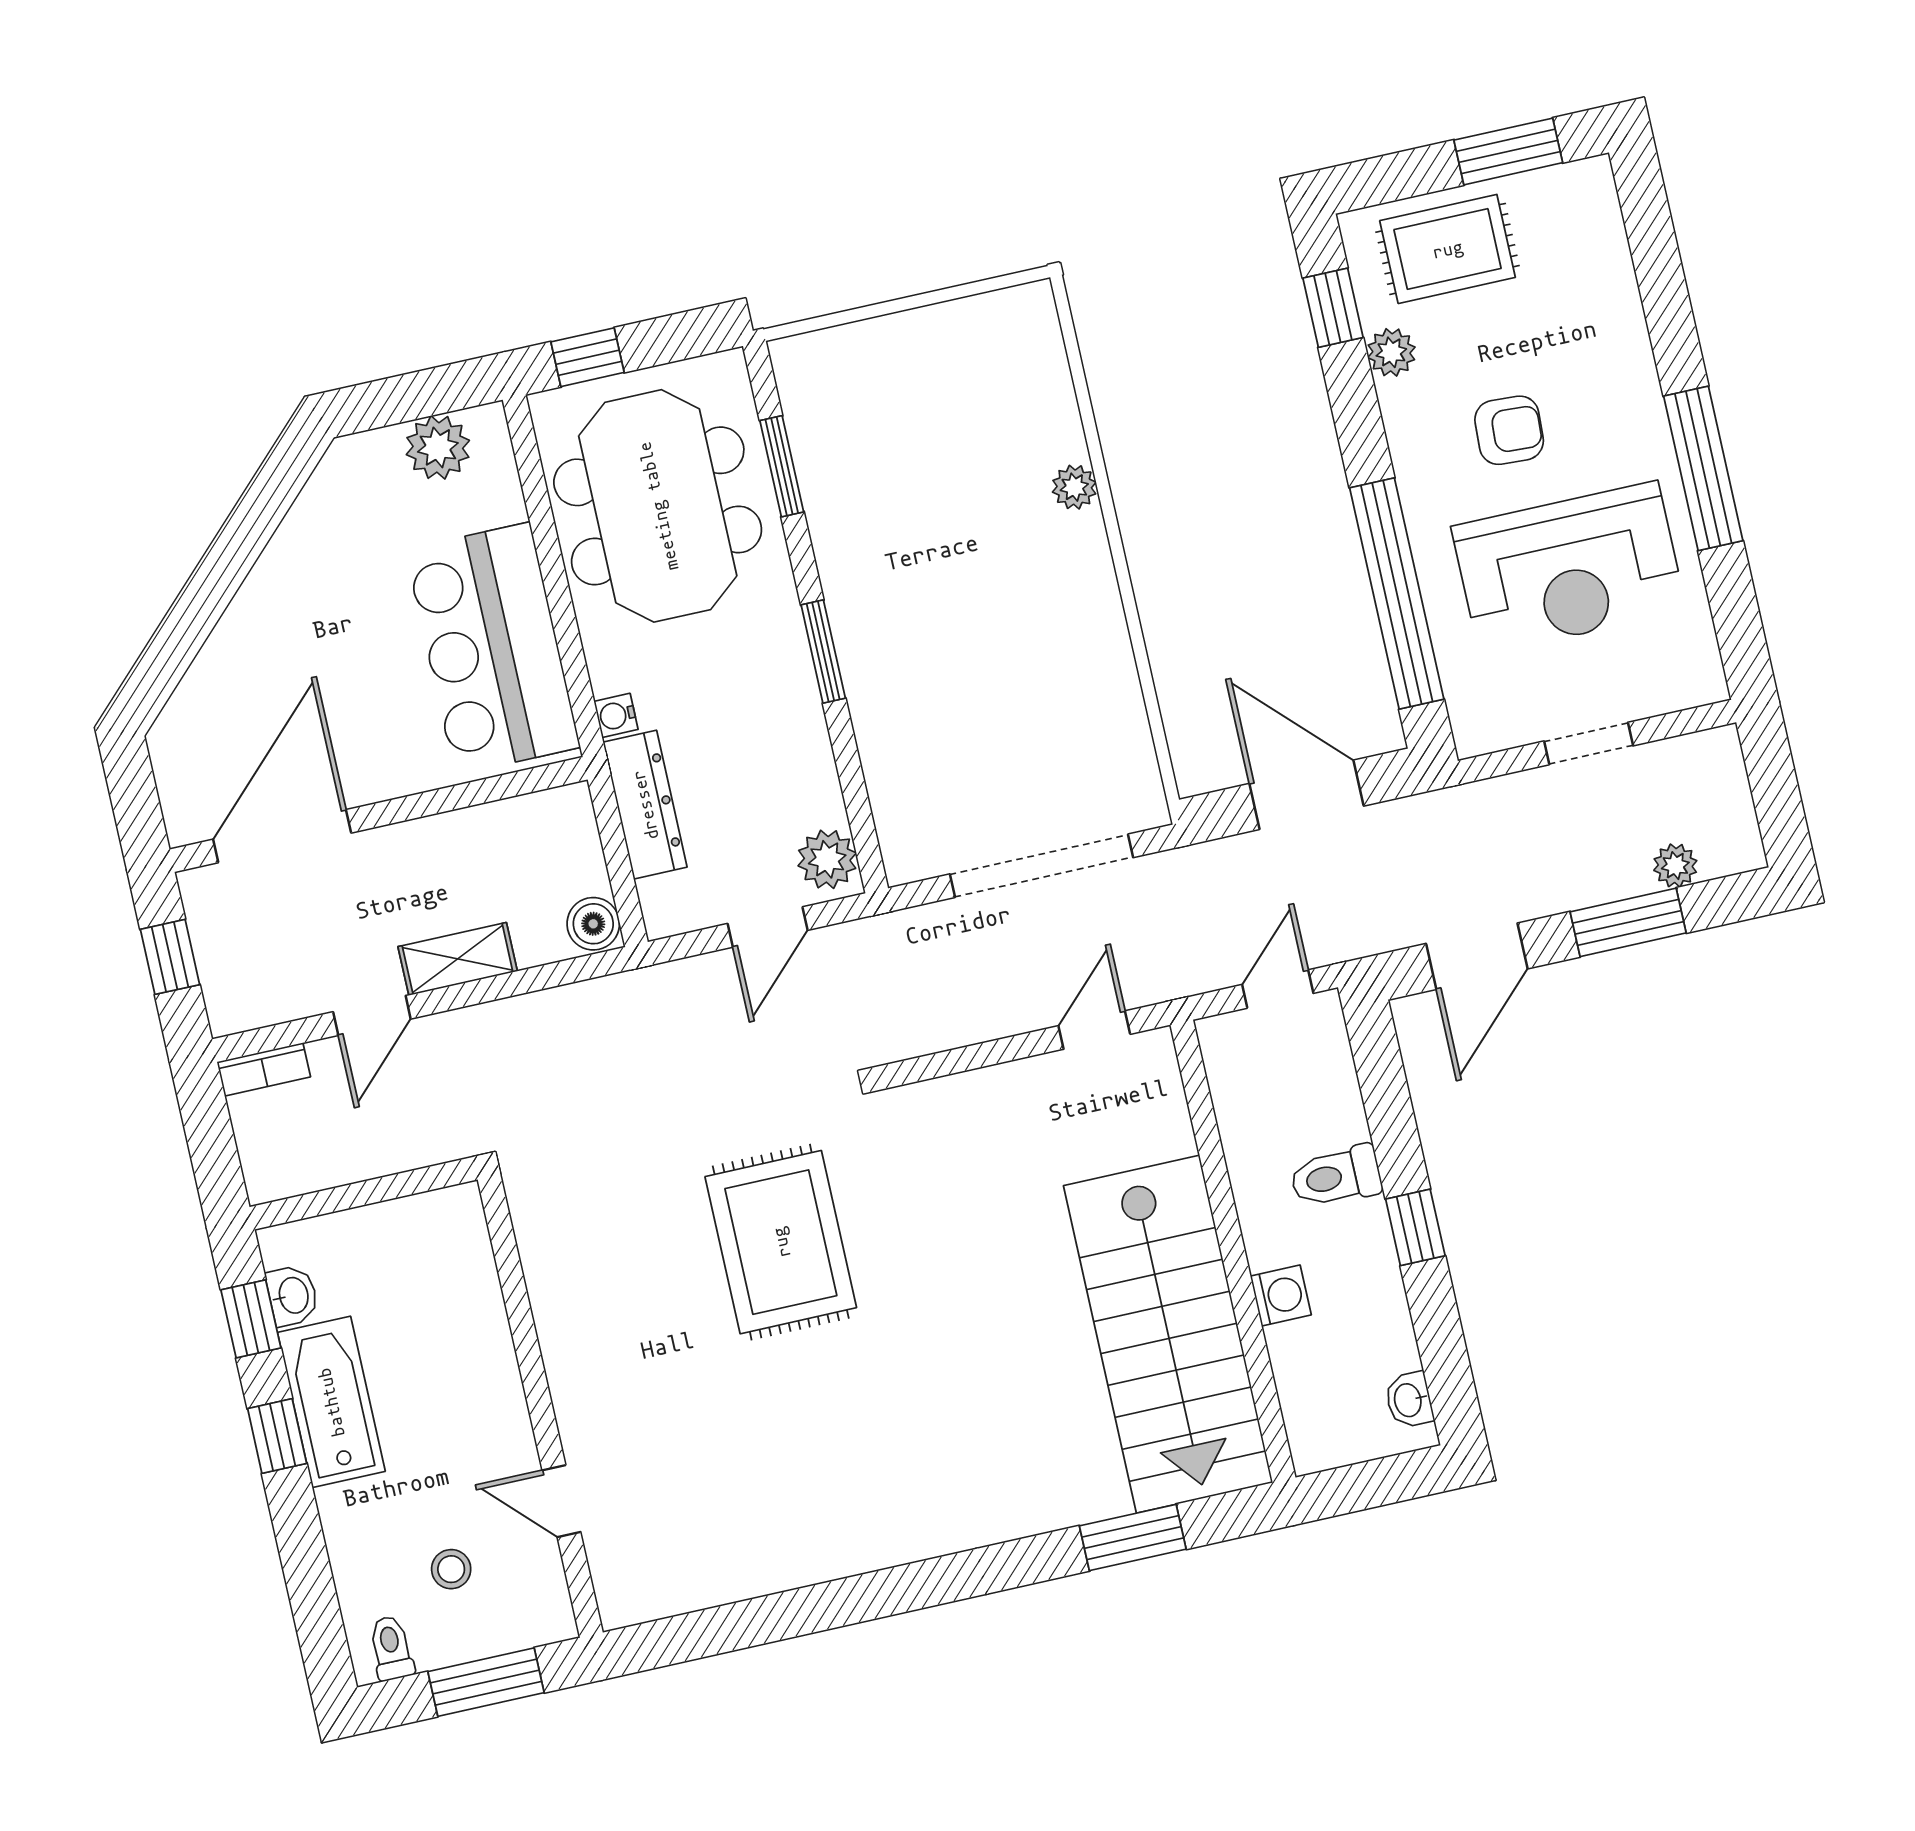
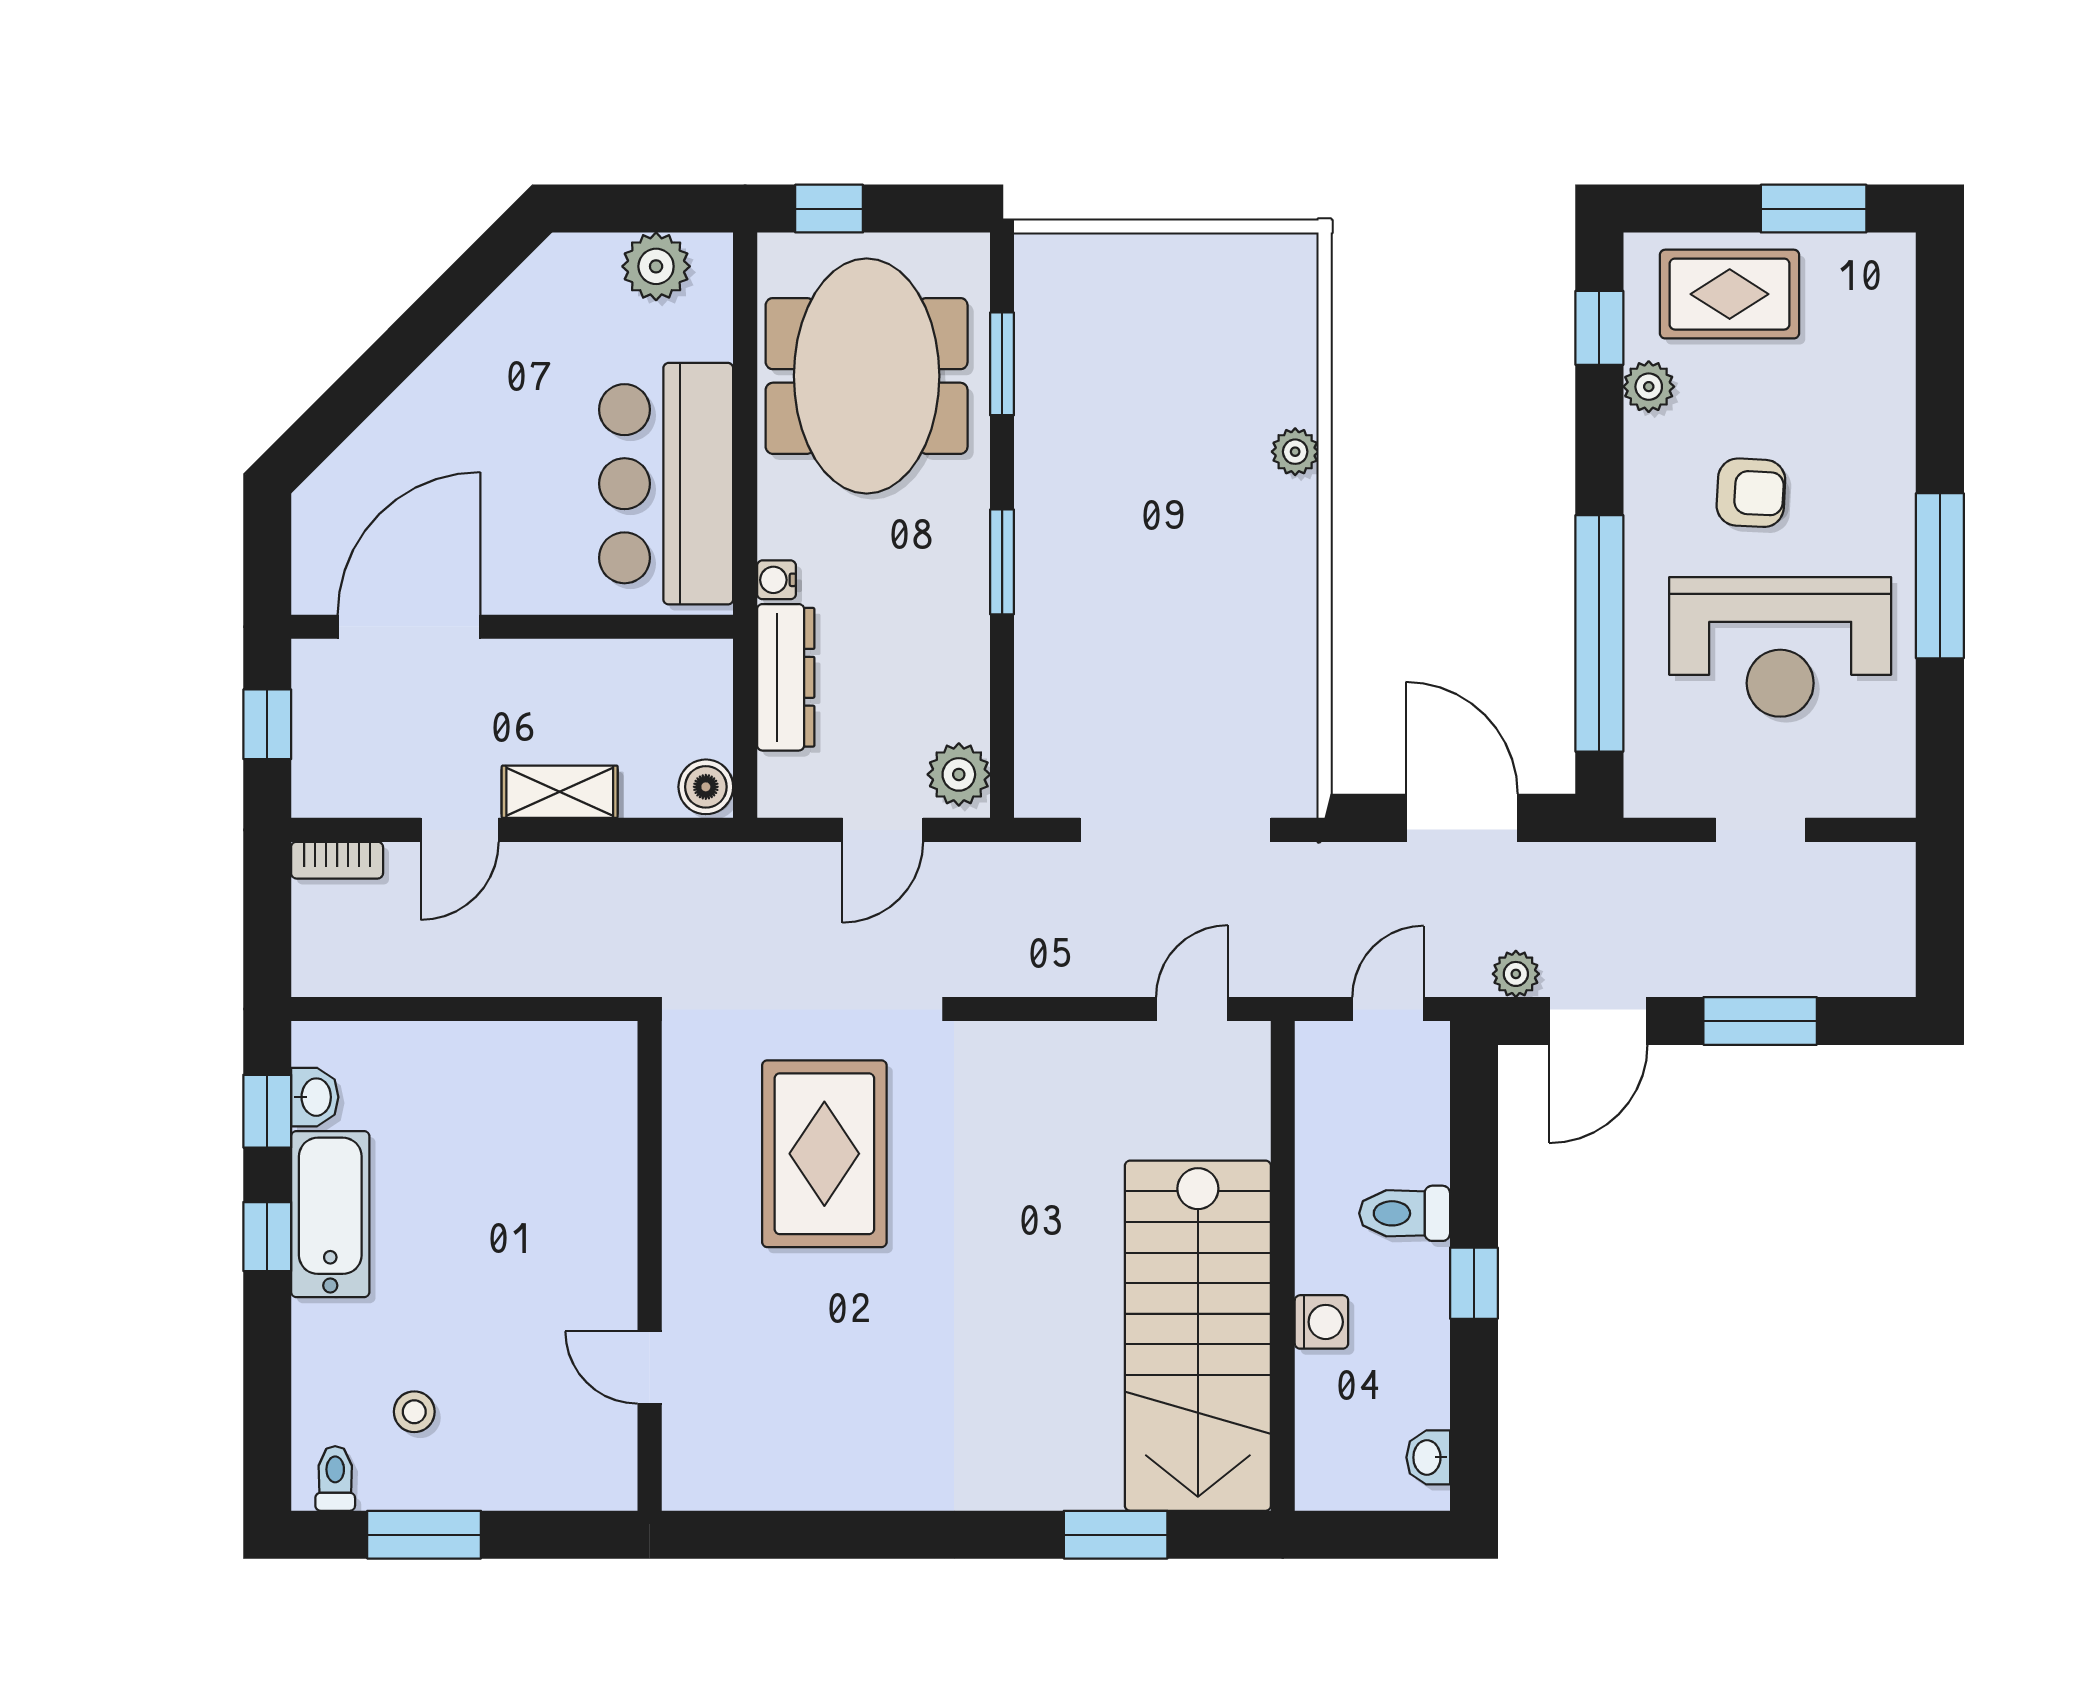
plant: (1675, 866) -> (1516, 974), moved
wall: (540, 1406) -> (650, 1266), moved
door: (561, 1501) -> (650, 1368), moved

